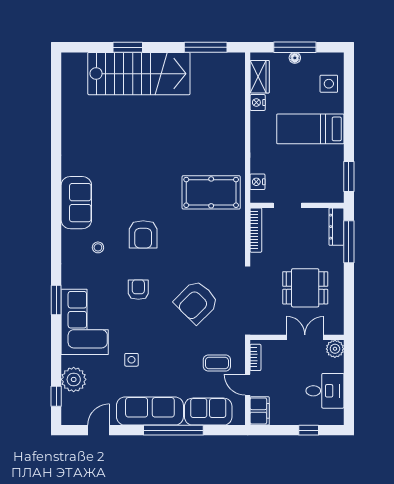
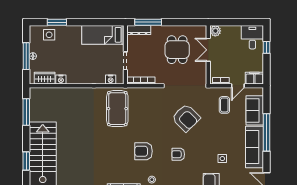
bed: (310, 129) -> (103, 35), moved, turned 90
window: (349, 176) -> (57, 22), moved
armchair: (143, 234) -> (144, 151), turned 180
desk: (325, 391) -> (252, 37), moved

